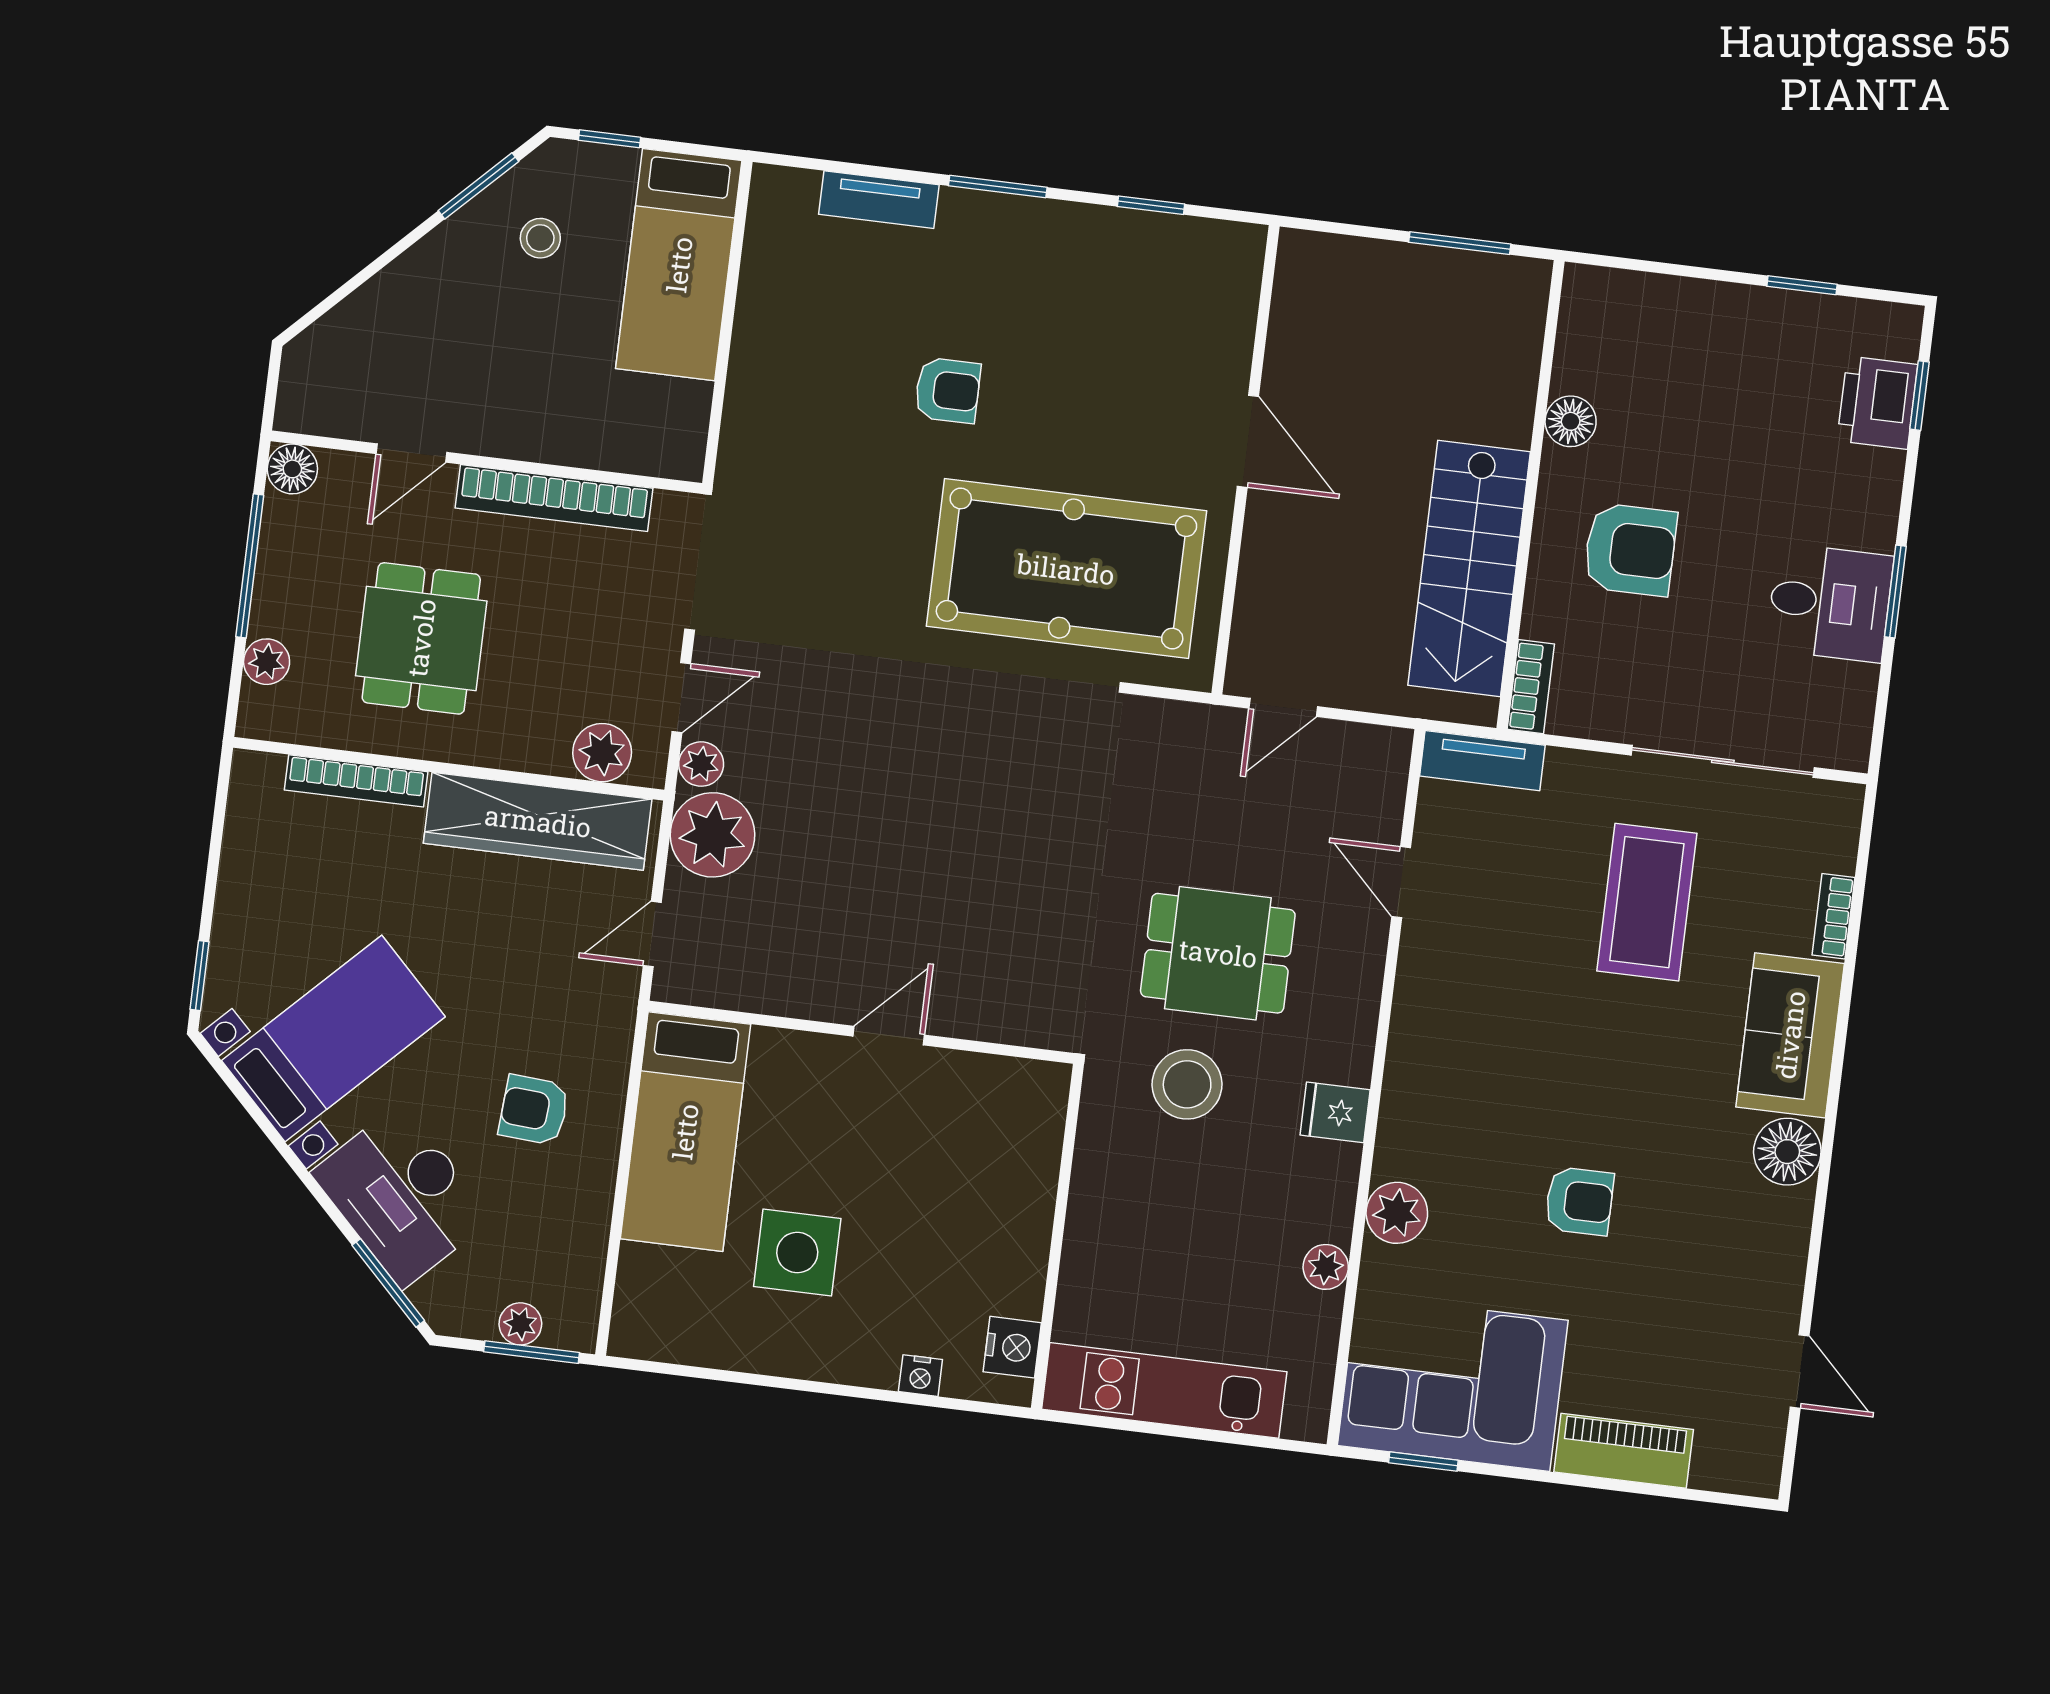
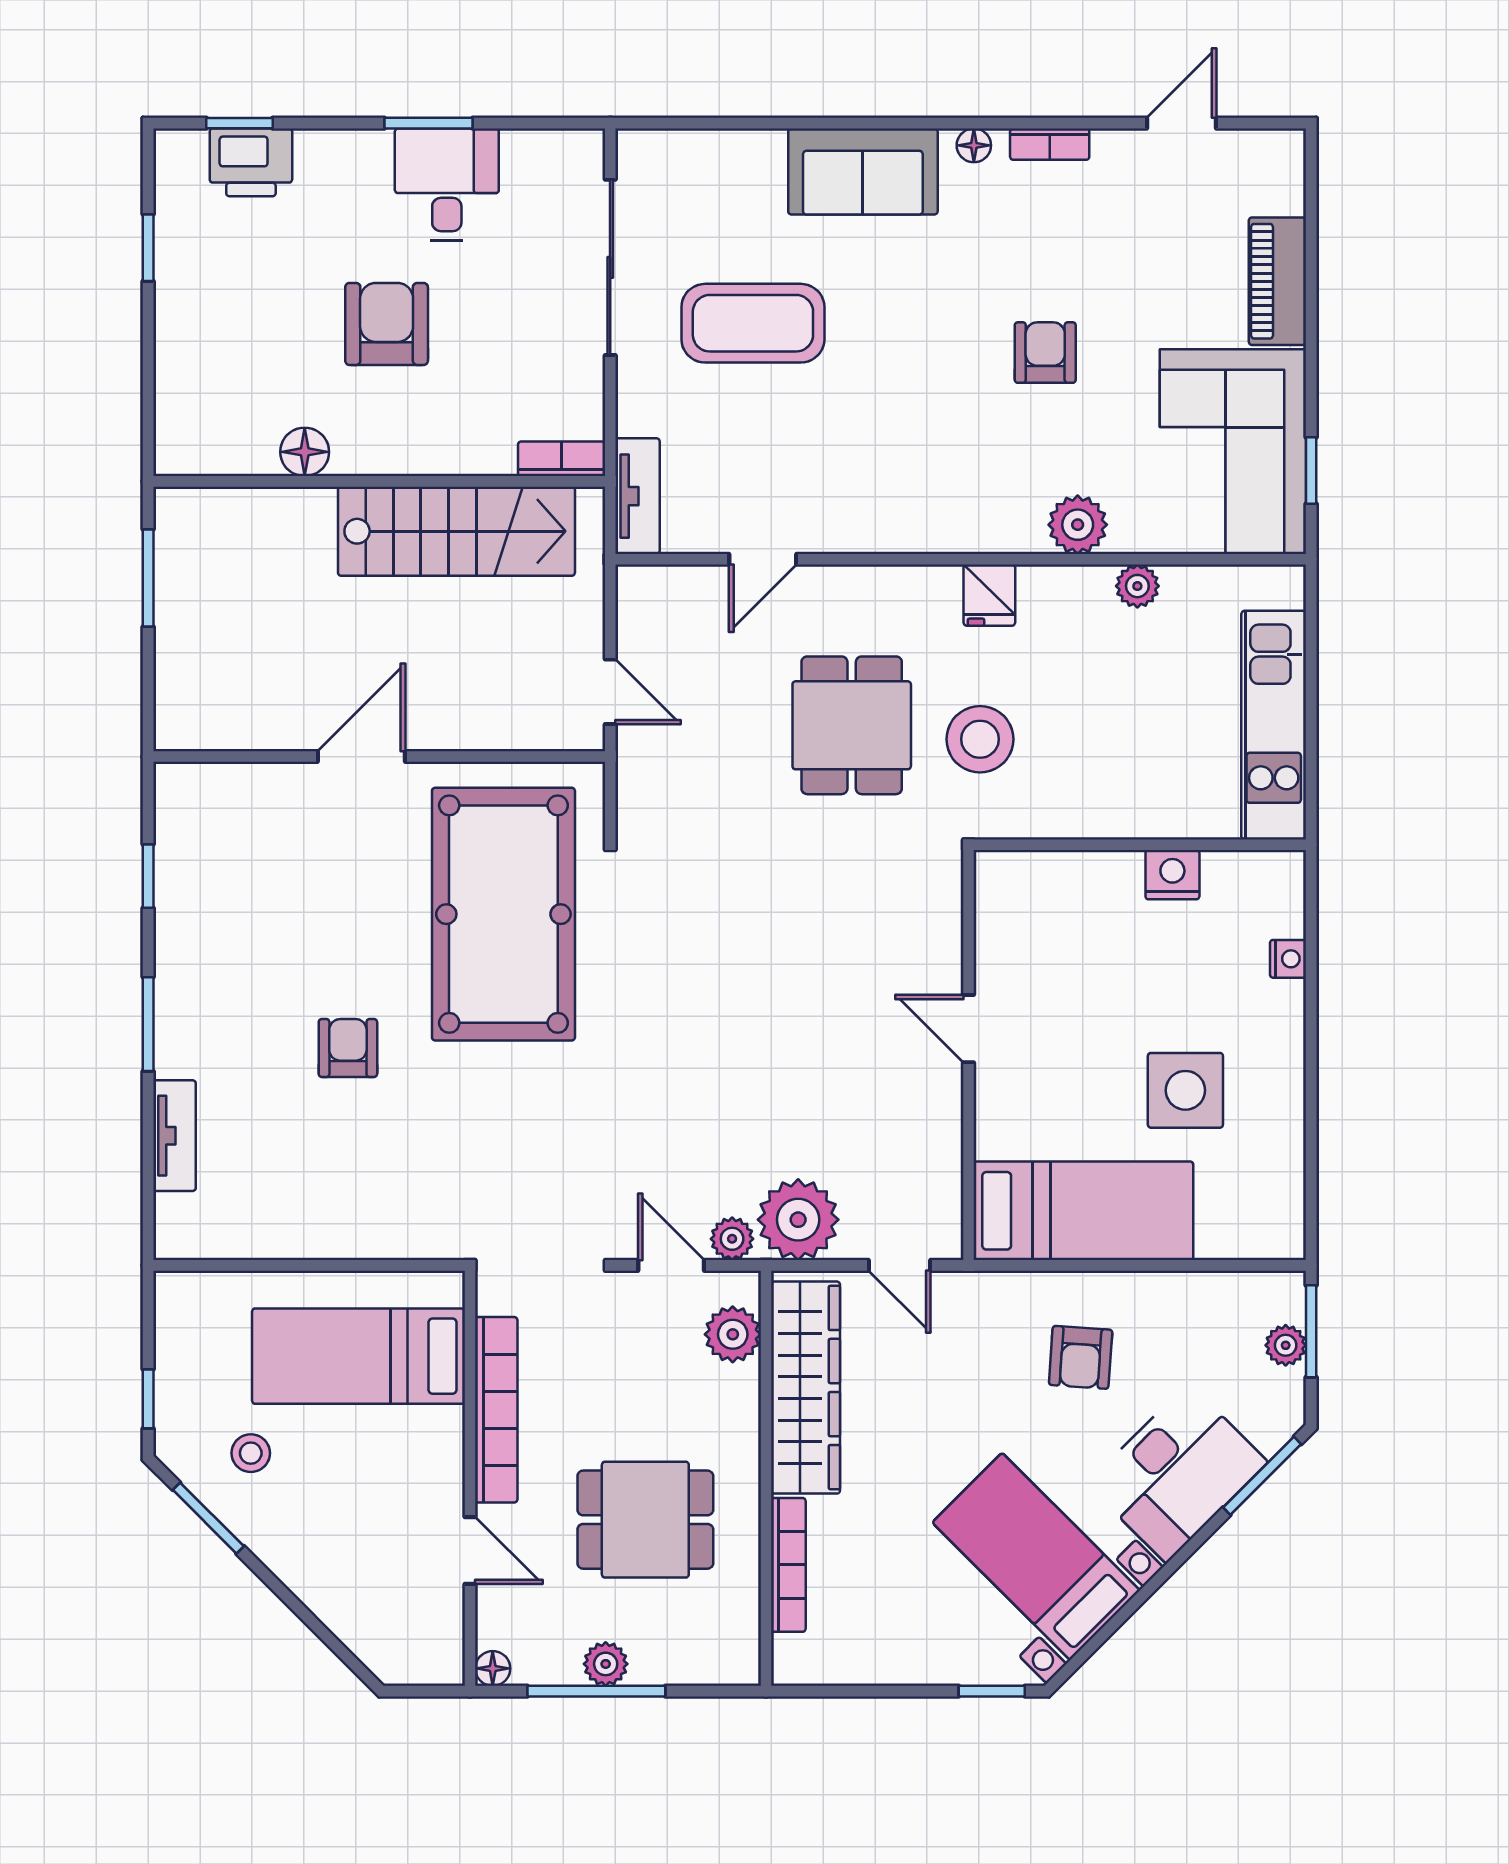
bed: (679, 265) -> (358, 1356), moved, turned 180
floor lamp: (292, 469) -> (493, 1668), width x0.73, depth x0.73
armchair: (1630, 550) -> (387, 324), moved
plant: (267, 662) -> (606, 1664), moved
bookcase: (1833, 916) -> (1050, 144), moved
floor lamp: (1787, 1152) -> (974, 145), width x0.53, depth x0.53
nightstand: (1012, 1347) -> (1172, 875), moved

